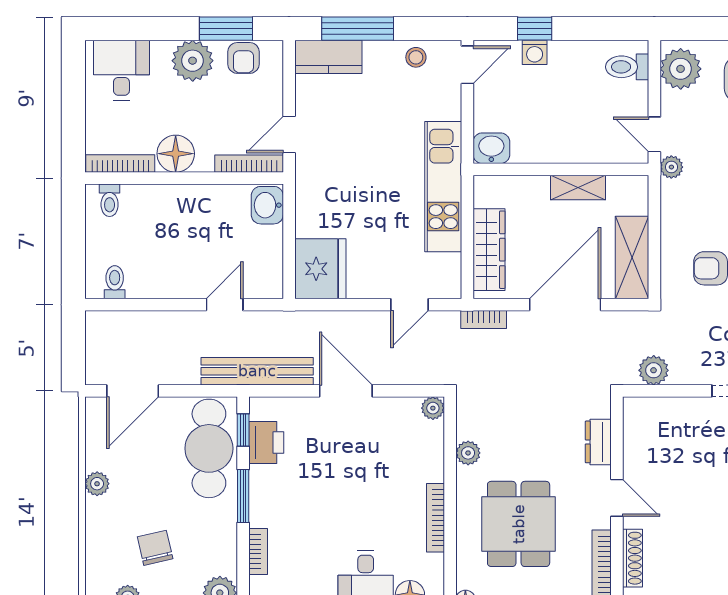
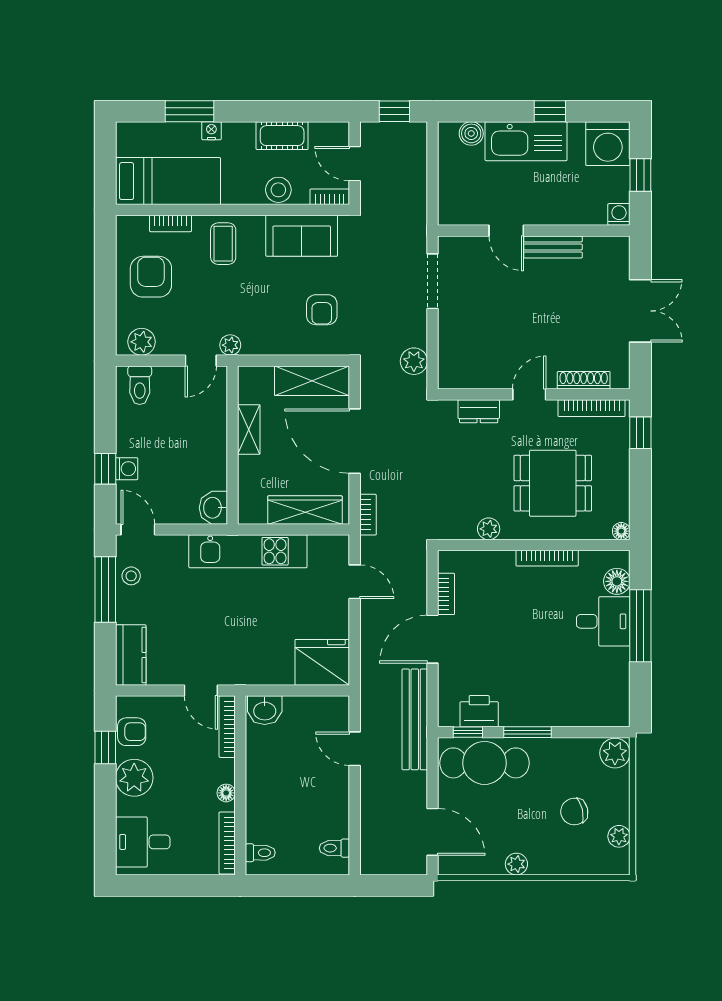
window: (226, 29) -> (105, 747), width x0.67
window: (358, 29) -> (105, 590), moved
plant: (681, 69) -> (142, 342), width x0.73, depth x0.73
floor lamp: (176, 154) -> (226, 793), width x0.53, depth x0.53
plant: (433, 408) -> (448, 561), removed
bookcase: (258, 551) -> (446, 594), moved, turned 90

